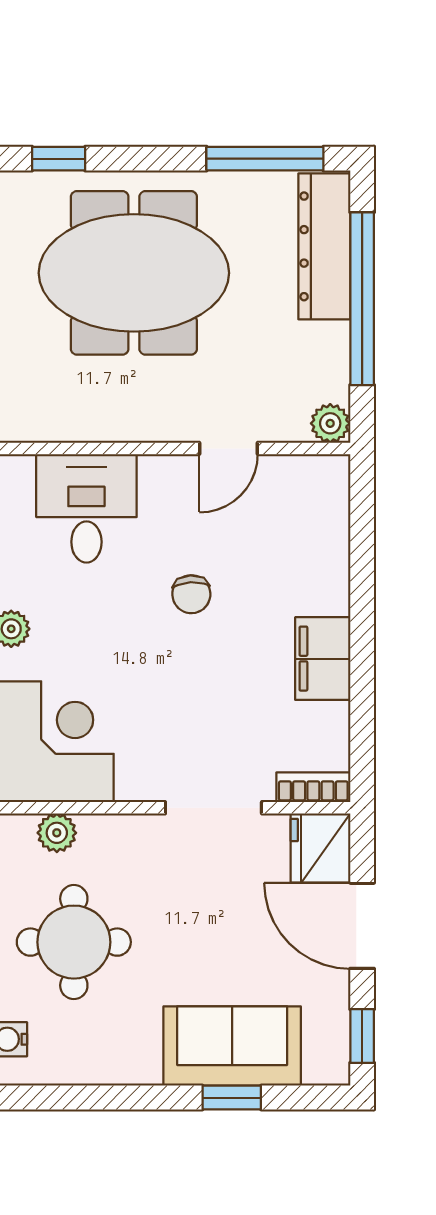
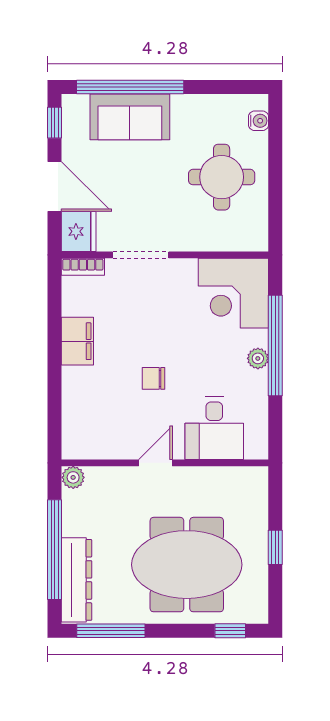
door: (229, 448) -> (155, 463), moved
chair: (191, 594) -> (153, 378), turned -87
plant: (57, 833) -> (231, 240), removed
window: (232, 1098) -> (130, 87), width x3.17

